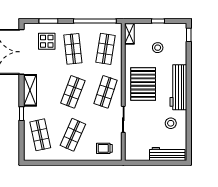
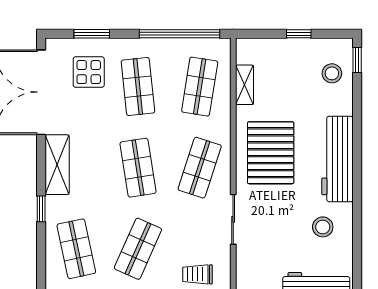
shelving: (129, 34) -> (245, 85), moved
stool: (158, 48) -> (332, 73), moved
shop shelf: (73, 92) -> (138, 168), turned -30

